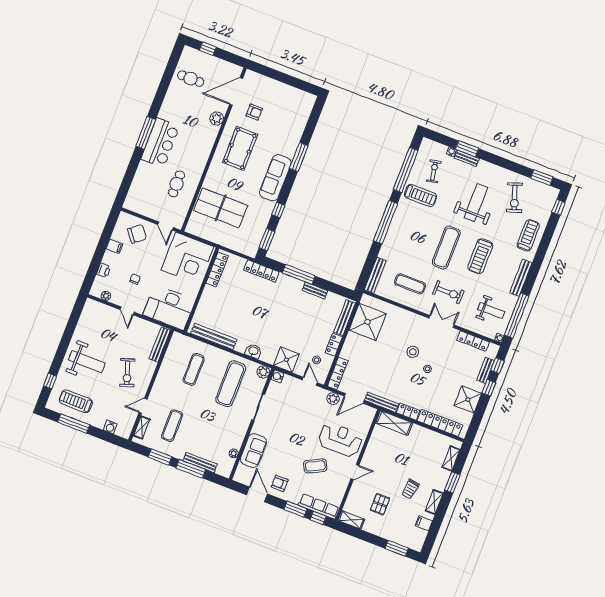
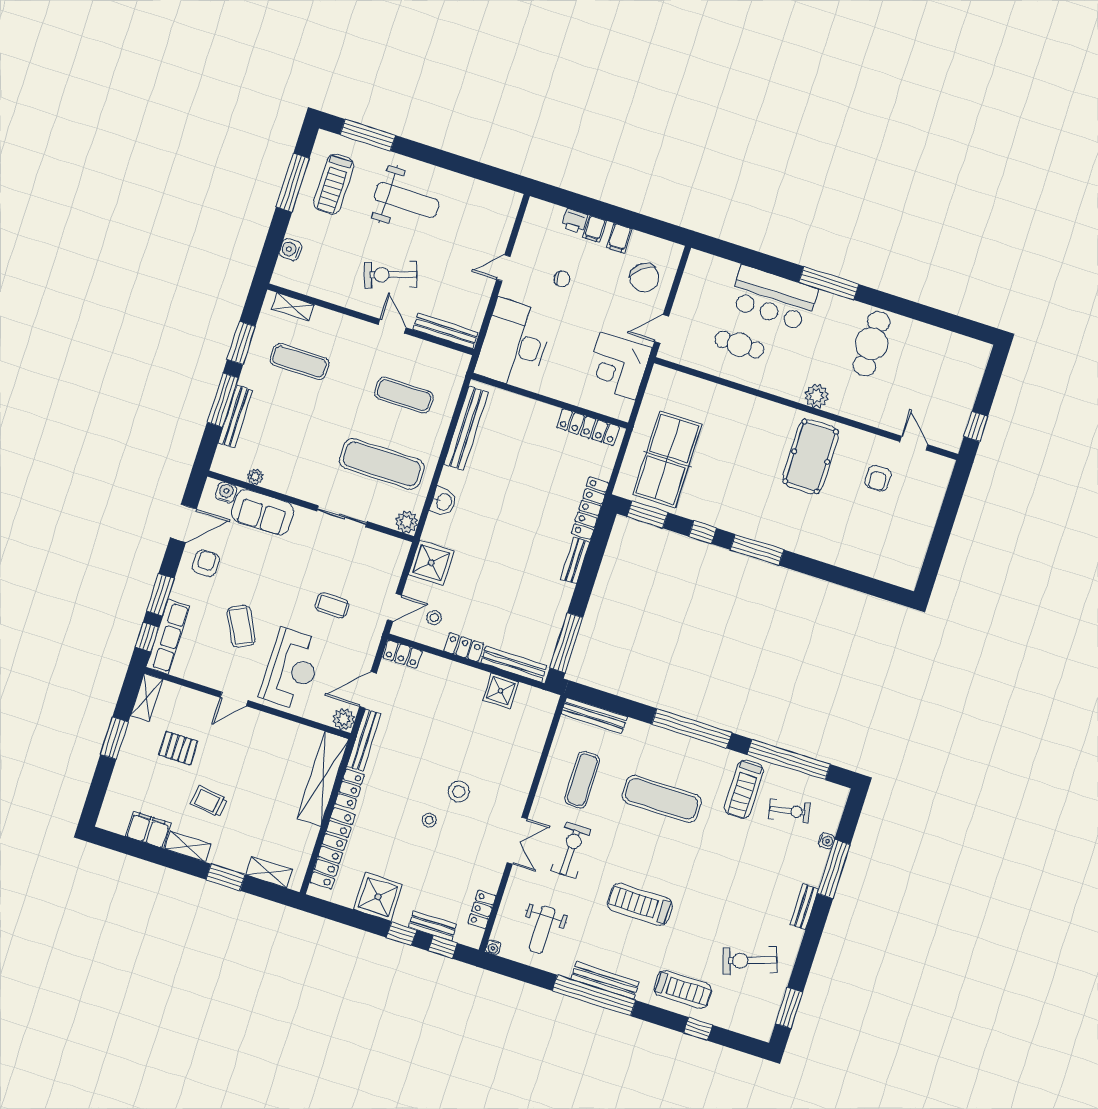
window: (208, 49) -> (976, 427), moved
cafe table: (191, 79) -> (871, 344), moved, width x1.37, depth x1.35
door: (236, 91) -> (914, 443), width x0.53
plant: (217, 119) -> (817, 396), moved
bar counter: (160, 143) -> (773, 298), moved
pool table: (240, 148) -> (811, 457), turned 90
window: (467, 149) -> (834, 869), width x1.44
window: (299, 157) -> (757, 550), moved
bench: (467, 158) -> (804, 907), moved
sofa: (275, 178) -> (761, 524), removed
weight bench: (476, 203) -> (737, 891), removed
window: (558, 207) -> (698, 1029), moved
table tennis table: (221, 208) -> (667, 459), moved
exercise mat: (446, 248) -> (662, 799), moved
corner desk: (187, 258) -> (618, 366), width x0.74, depth x0.74
filing cabinet: (109, 260) -> (594, 229), added
window: (299, 274) -> (566, 643), moved
bench: (315, 290) -> (575, 560), moved
exercise bike: (448, 292) -> (571, 850), turned 180
plant: (106, 296) -> (528, 228), removed
window: (517, 316) -> (594, 996), moved
shower: (368, 322) -> (501, 691), width x0.54, depth x0.54
locker: (473, 341) -> (482, 909), width x0.66
weight bench: (87, 362) -> (407, 200), turned -90
locker: (338, 373) -> (402, 654), width x0.66
water cooler: (278, 376) -> (226, 492), moved
window: (50, 381) -> (368, 135), width x2.17
door: (354, 398) -> (368, 690), hinge flipped
plant: (333, 399) -> (344, 719), moved
treadmill: (76, 401) -> (334, 184), turned 180
door: (143, 406) -> (392, 326), moved
coffee table: (307, 415) -> (332, 605), added
shelving: (394, 423) -> (323, 779), width x1.47
door: (355, 472) -> (234, 699), hinge flipped
filing cabinet: (424, 523) -> (148, 830), width x2.00
window: (397, 548) -> (114, 738), moved

